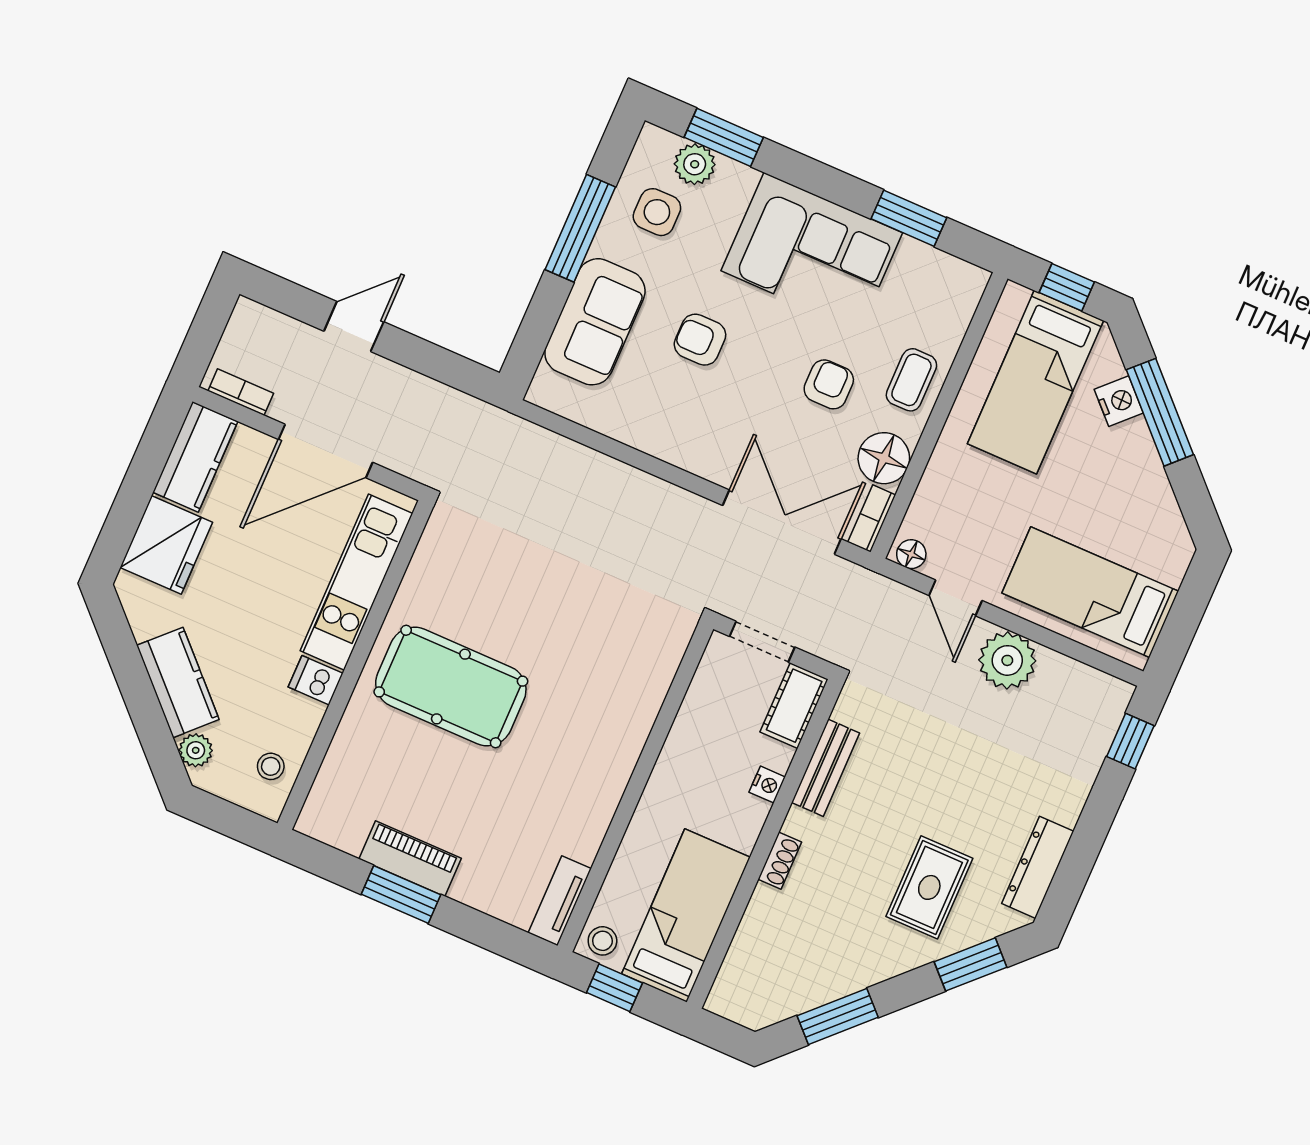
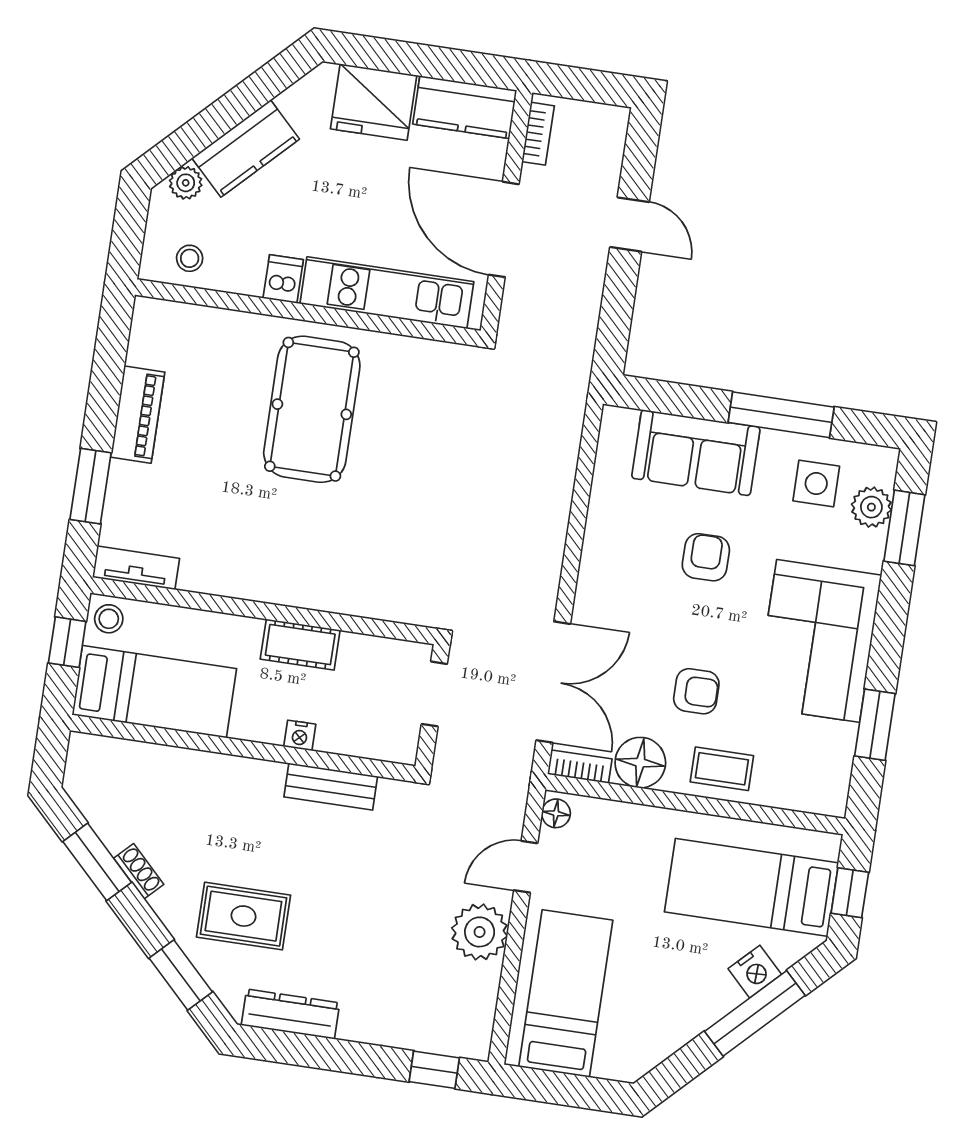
cot: (794, 706) -> (300, 645), moved
shoe rack: (780, 861) -> (139, 871), moved, turned -135
window: (401, 895) -> (90, 486), moved

